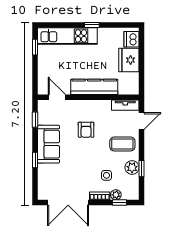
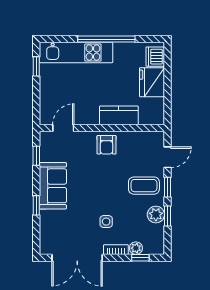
window: (92, 25) -> (106, 39), width x3.17
kitchen counter: (94, 87) -> (119, 115), width x0.67
door: (57, 97) -> (63, 128), hinge flipped
tv unit: (125, 105) -> (148, 138), removed
armchair: (86, 130) -> (106, 145), moved
window: (142, 145) -> (168, 187), added
side table: (106, 175) -> (106, 222), moved

